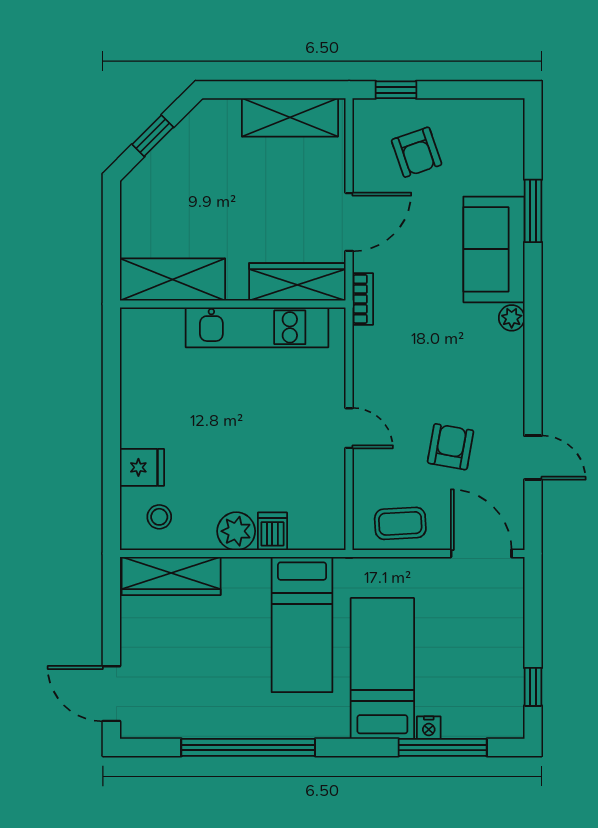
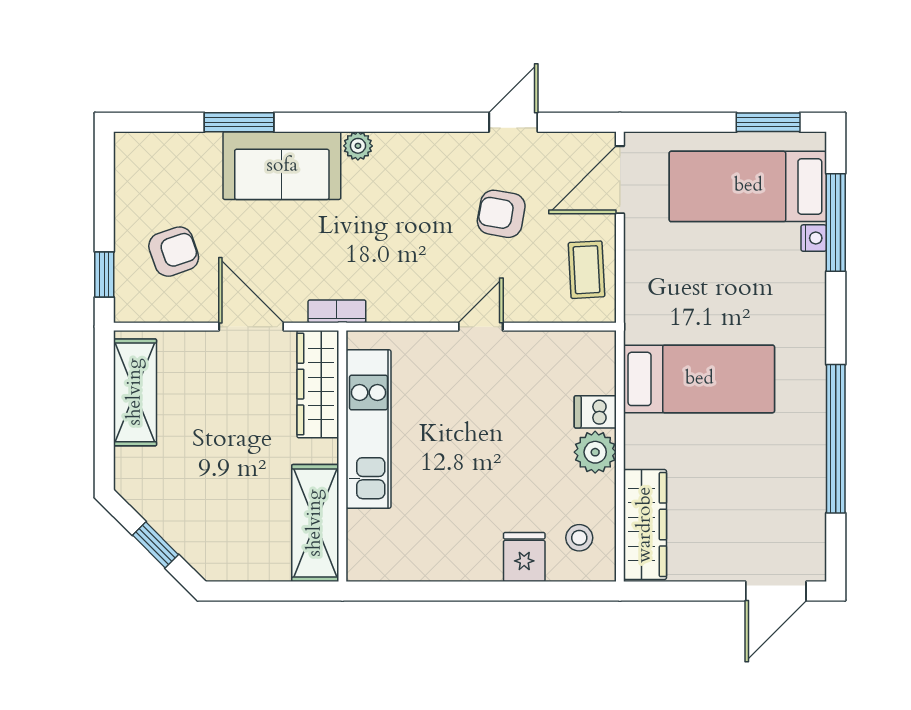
bed: (382, 668) -> (748, 186), moved
window: (533, 687) -> (768, 122), width x1.50

